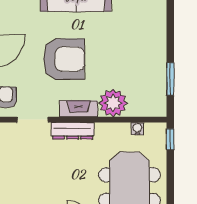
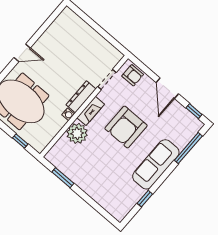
water cooler: (137, 129) -> (68, 114), moved
window: (170, 139) -> (20, 141), moved

